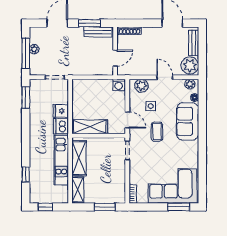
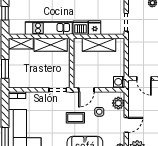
shelving: (90, 127) -> (99, 45), moved, turned 90

